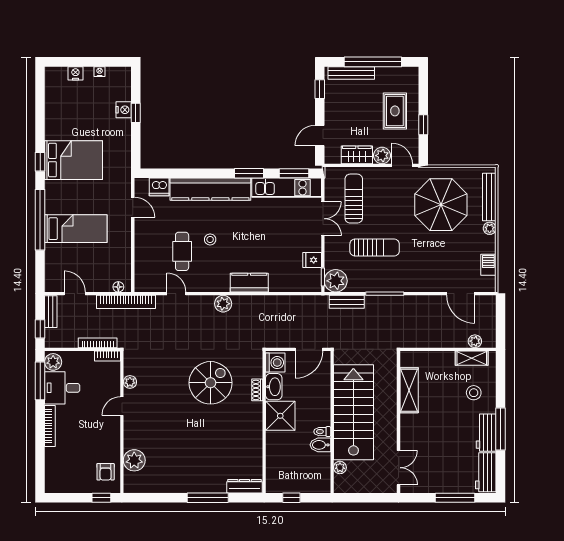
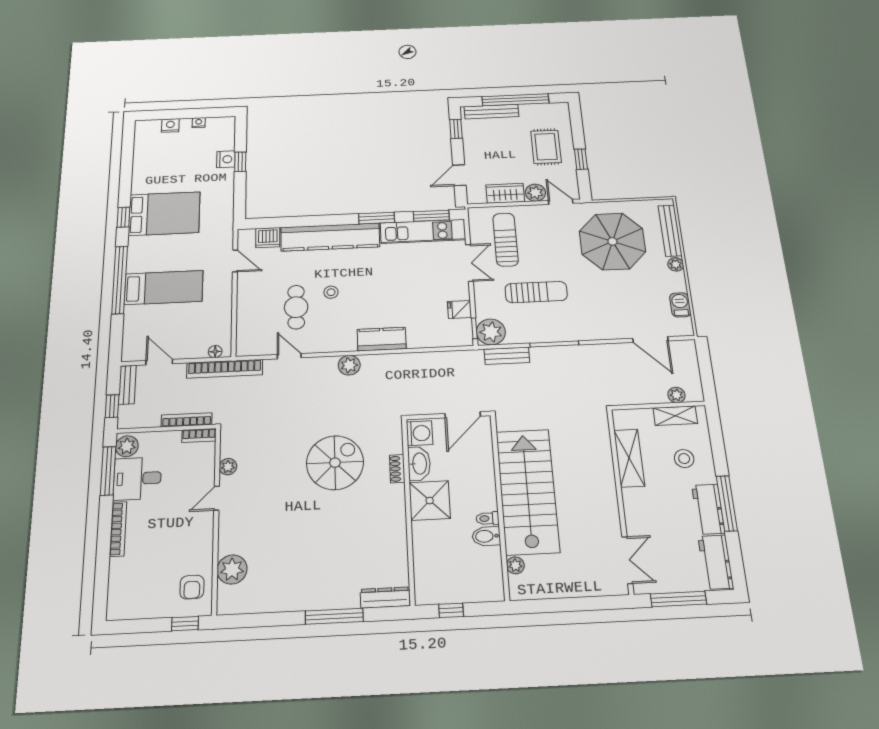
shelving: (409, 390) -> (629, 458), moved
wall: (399, 422) -> (620, 499), moved
double door: (399, 468) -> (627, 560), moved

